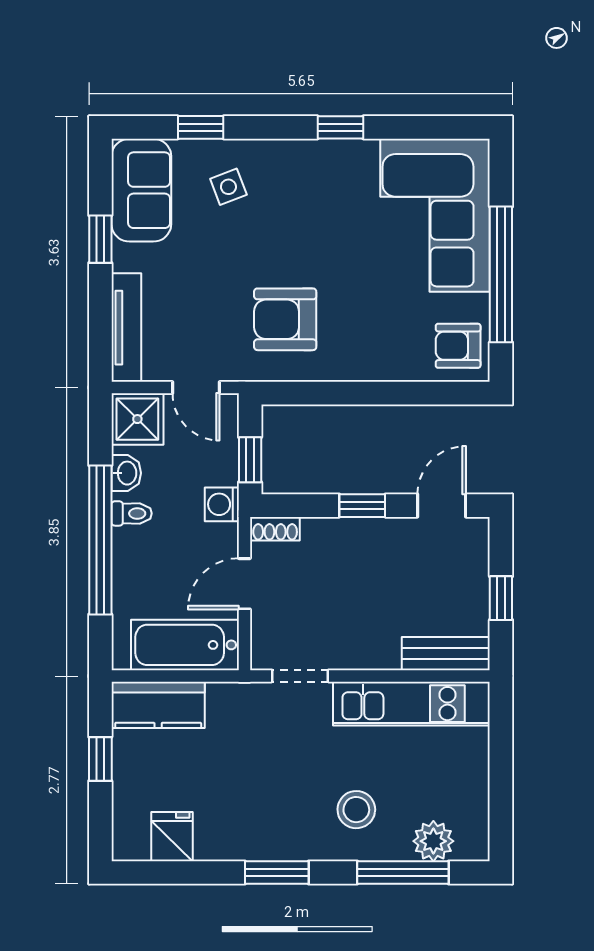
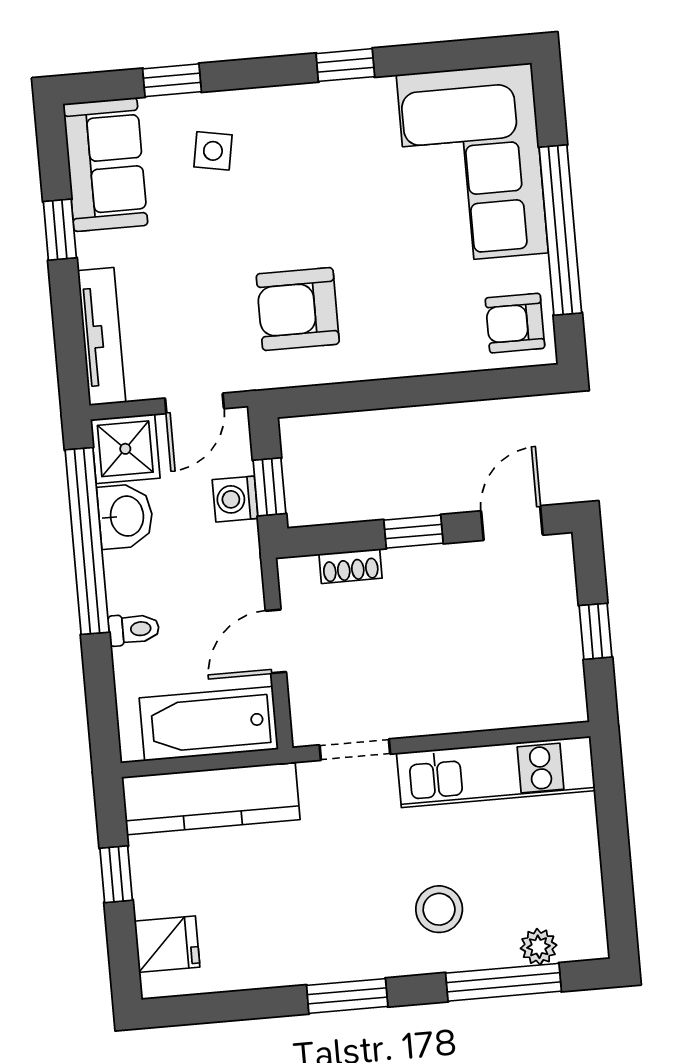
side table: (228, 187) -> (213, 151), turned 31
door: (196, 388) -> (195, 403), hinge flipped
washbasin: (126, 473) -> (125, 516), width x1.38, depth x1.45
washing machine: (222, 504) -> (235, 499), moved
toilet: (132, 513) -> (134, 629), moved
shoe rack: (275, 529) -> (350, 566), moved
window: (100, 540) -> (87, 541), moved
bench: (446, 654) -> (533, 706), removed
kitchen counter: (158, 705) -> (211, 798), width x1.50
fridge: (172, 837) -> (167, 944), moved, turned 90
plant: (433, 841) -> (539, 947), width x0.73, depth x0.73

